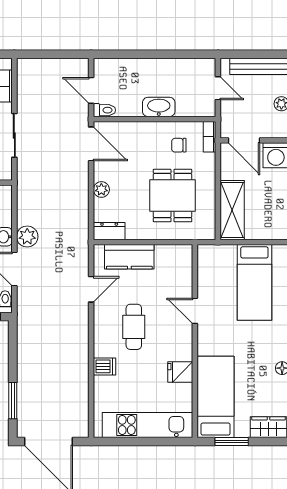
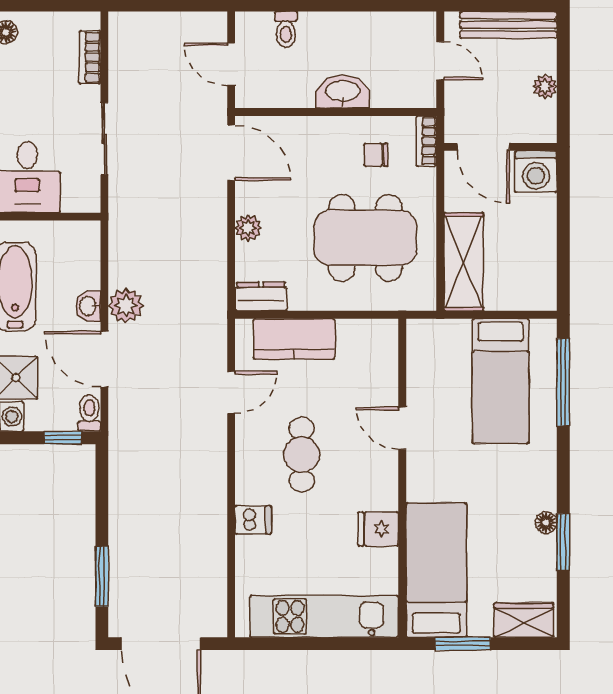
toilet: (104, 110) -> (286, 29), moved, turned 90
dining table: (172, 196) -> (365, 238), width x1.37

